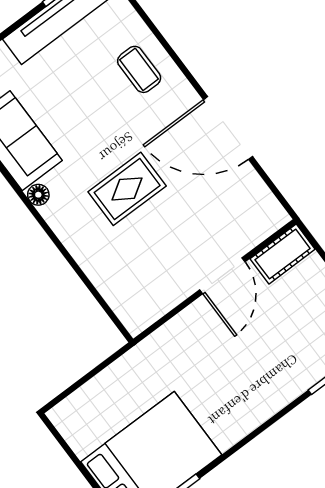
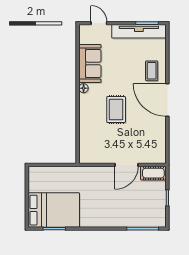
door: (228, 128) -> (167, 100), moved
rug: (127, 189) -> (116, 110), turned 90

